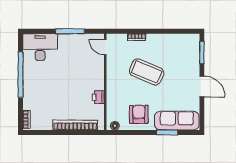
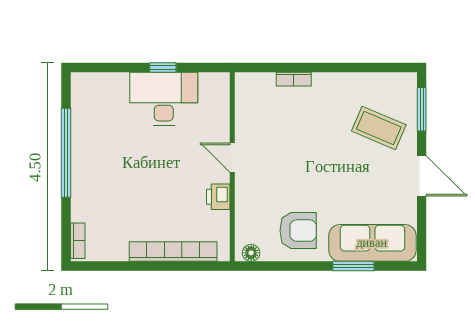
window: (70, 31) -> (163, 67), width x0.46
desk: (40, 47) -> (164, 99), moved
door: (105, 47) -> (232, 158), moved
coffee table: (147, 72) -> (379, 128), moved, width x0.73, depth x0.76
armchair: (139, 114) -> (298, 231), turned 90

